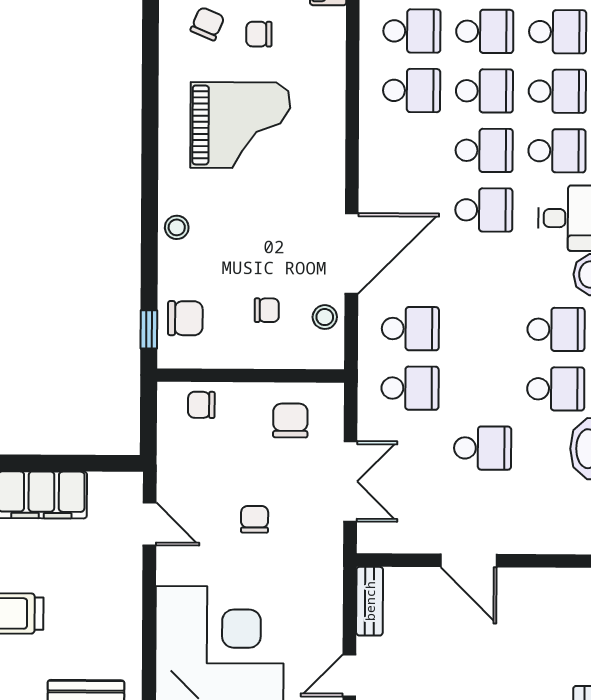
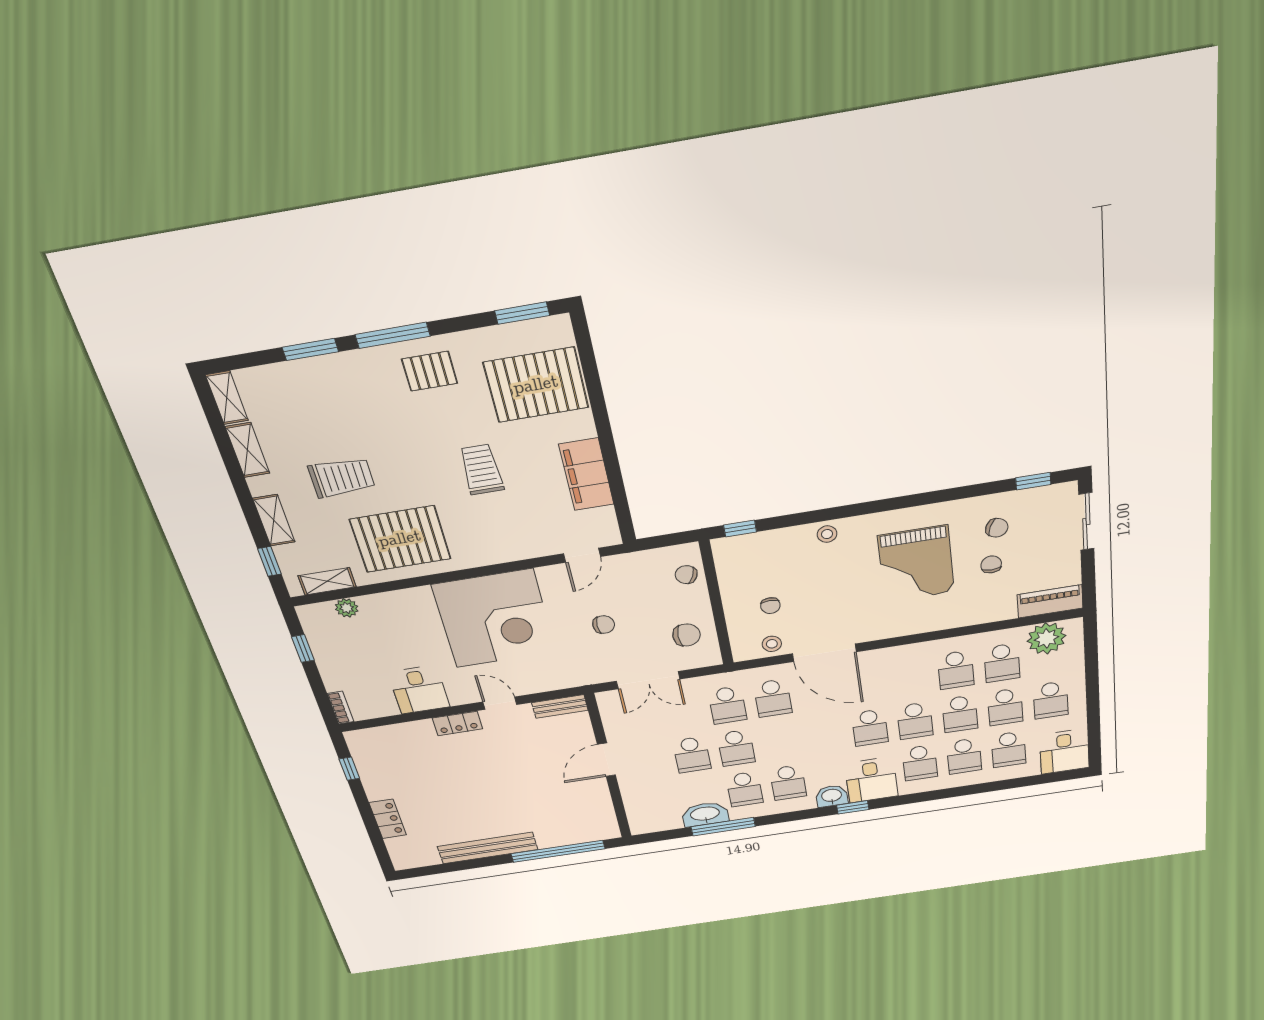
chair: (185, 318) -> (754, 552), removed
school desk: (483, 389) -> (736, 748), added
chair: (201, 405) -> (686, 575), turned -66

